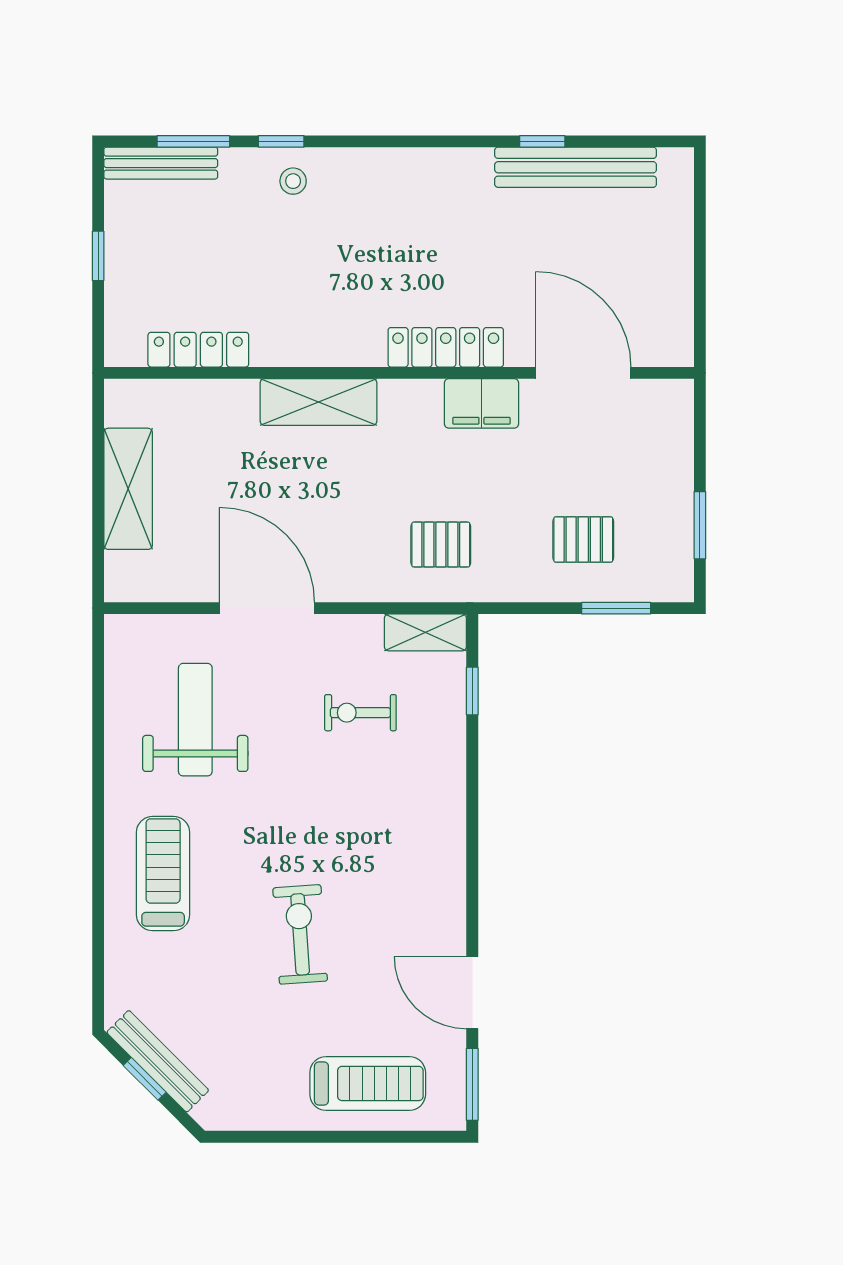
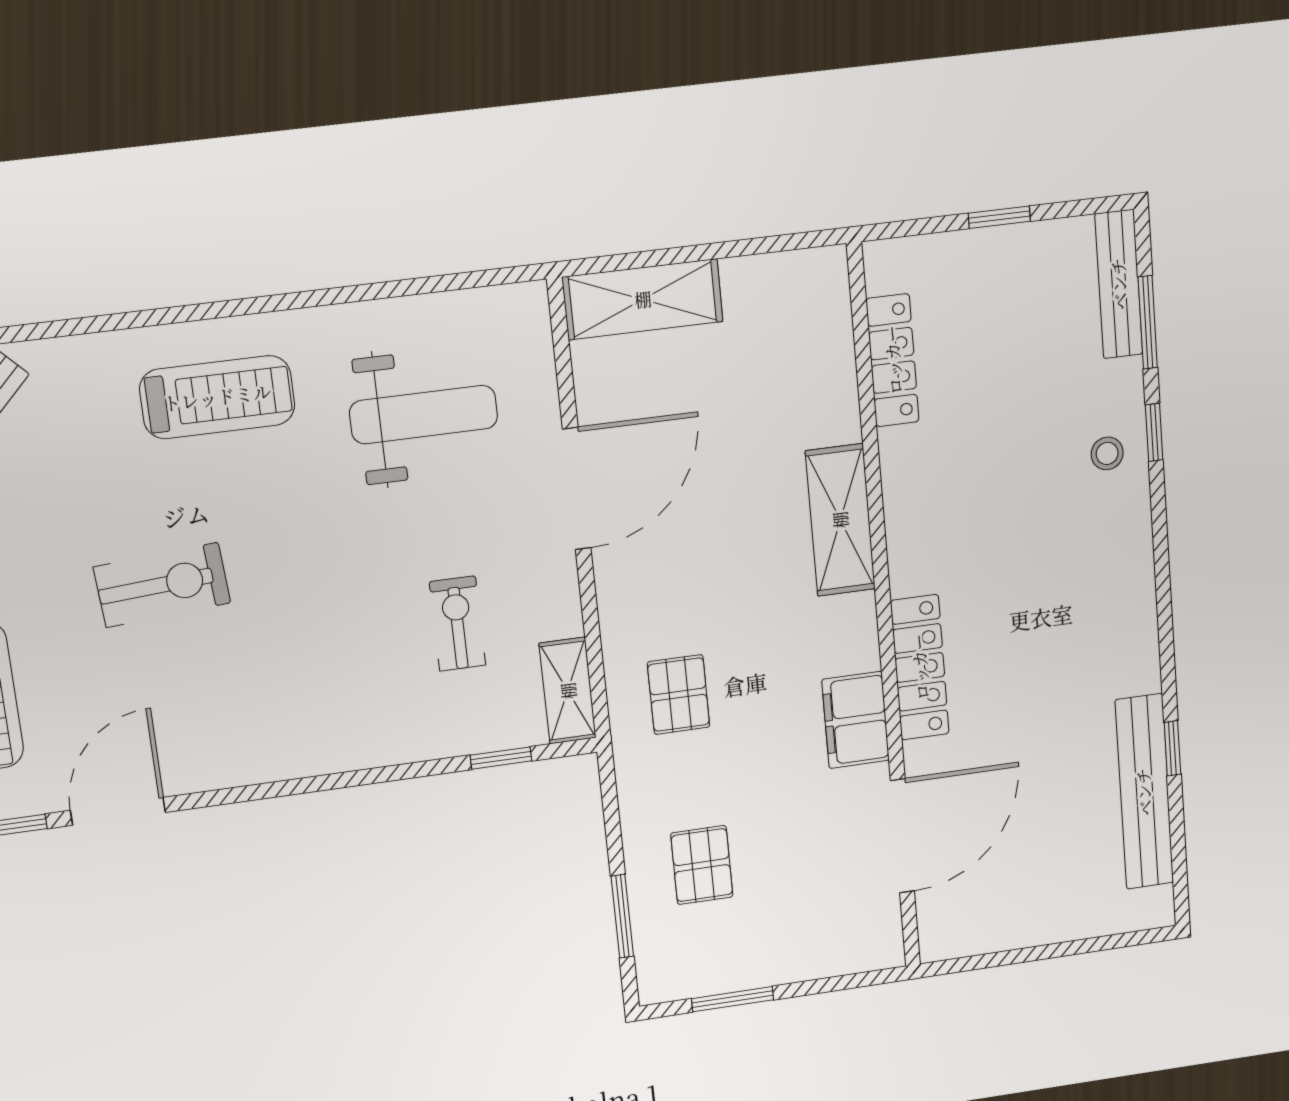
shelving: (128, 489) -> (643, 299), moved

